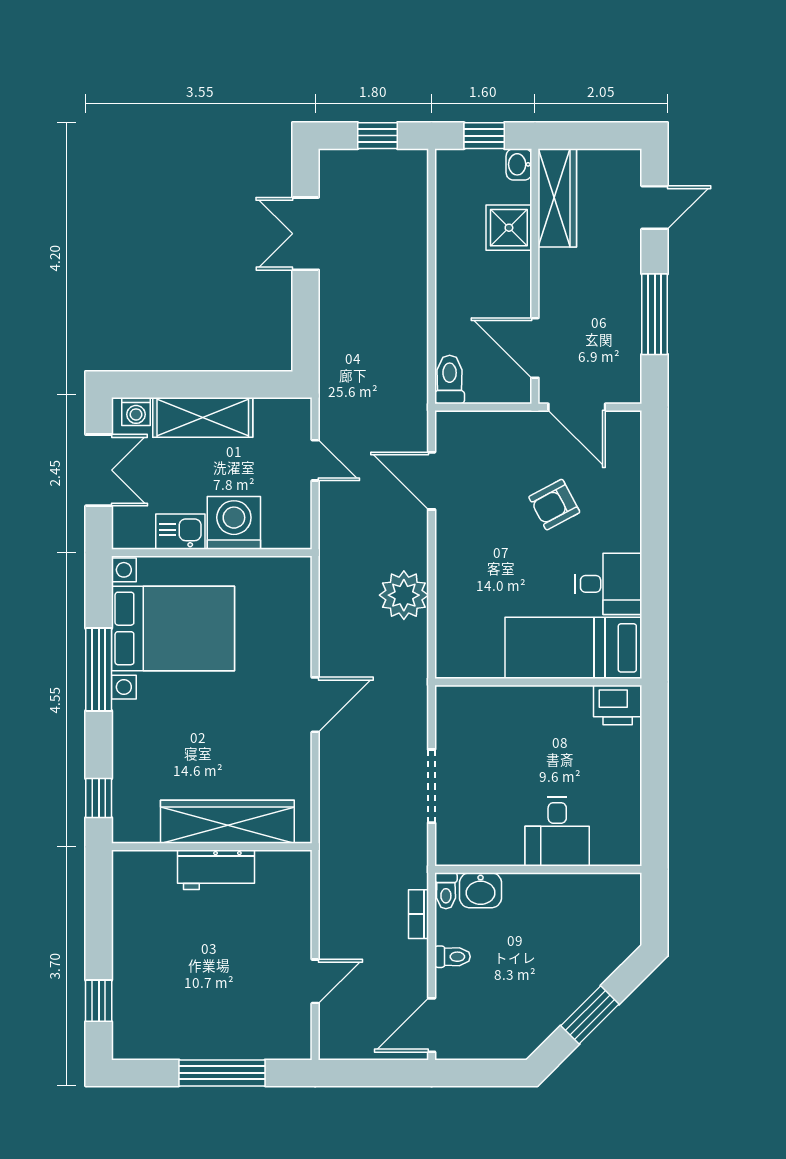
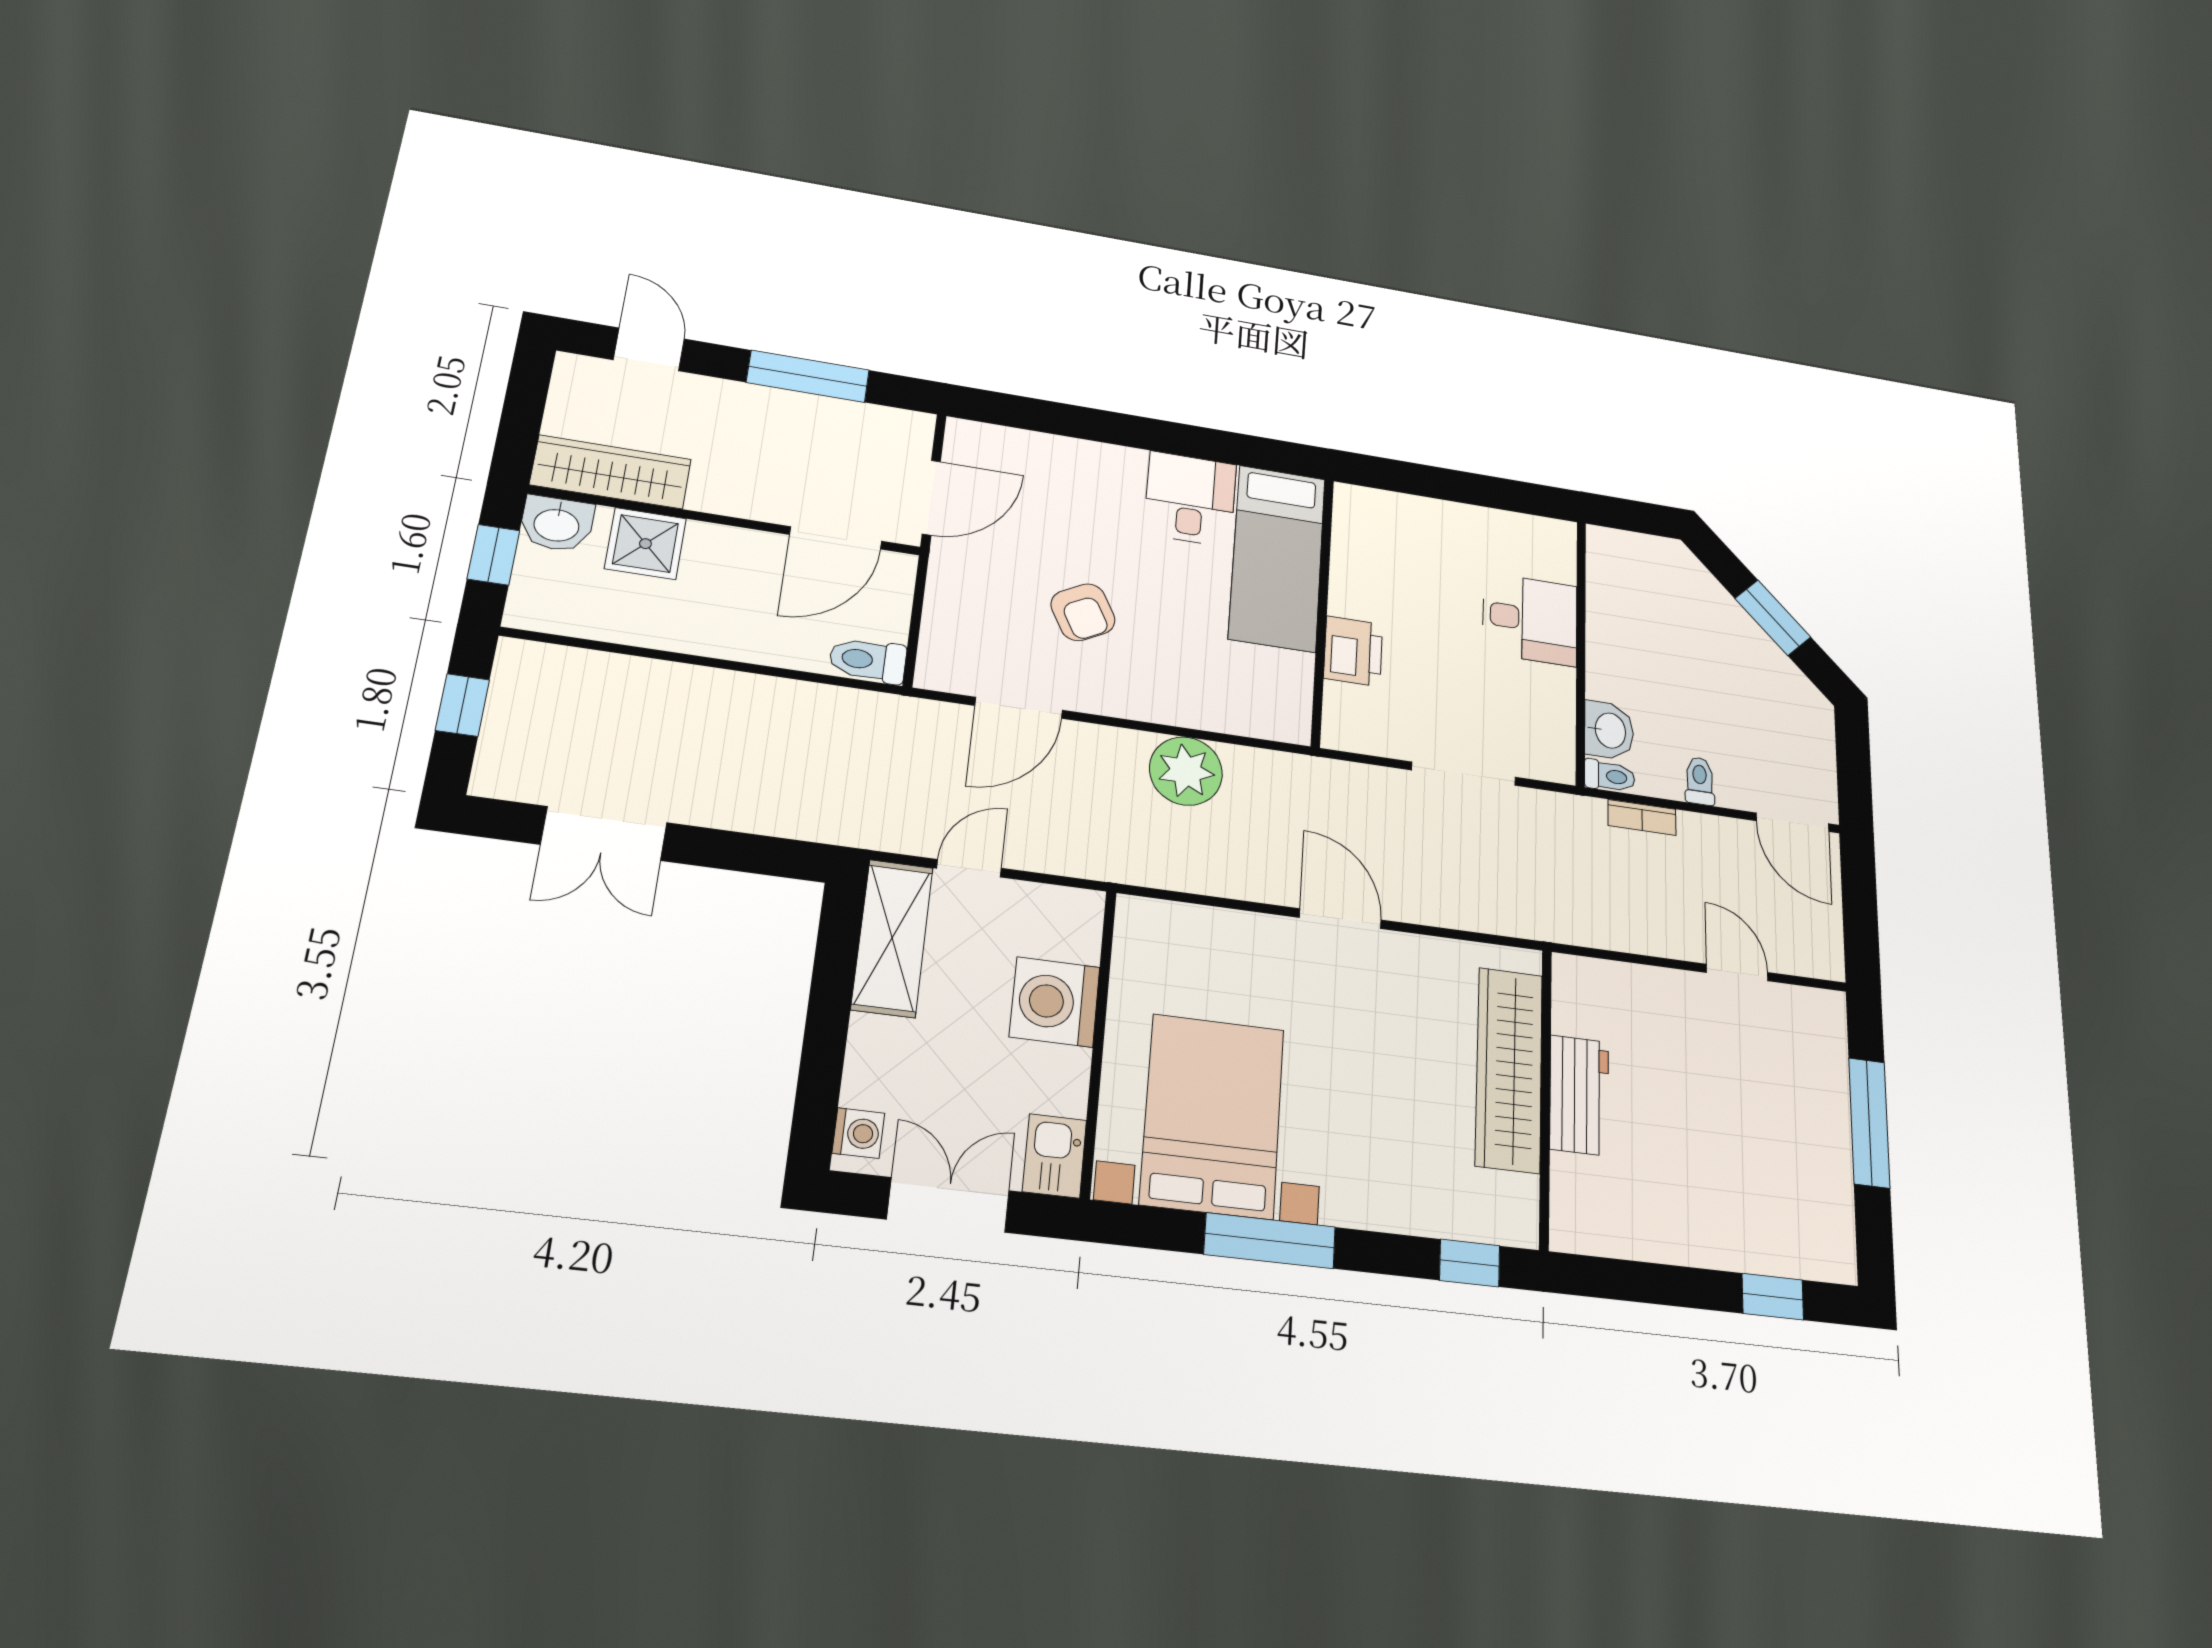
washbasin: (519, 164) -> (557, 524), width x1.38, depth x1.45
shelving: (203, 417) -> (892, 938), moved
armchair: (554, 505) -> (1083, 612), moved
kitchen sink: (180, 532) -> (1054, 1156), moved
printer: (618, 705) -> (1353, 651), moved

